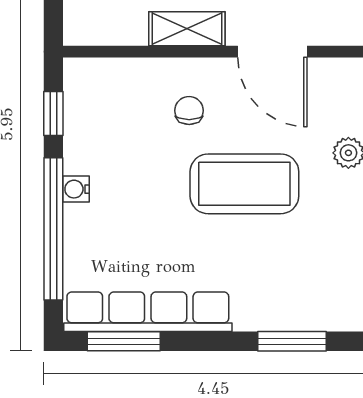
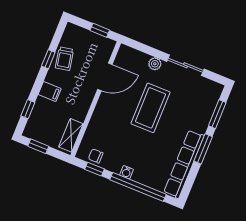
shelving: (187, 29) -> (71, 135), moved
chair: (189, 111) -> (96, 156), moved
window: (124, 341) -> (203, 149), moved

